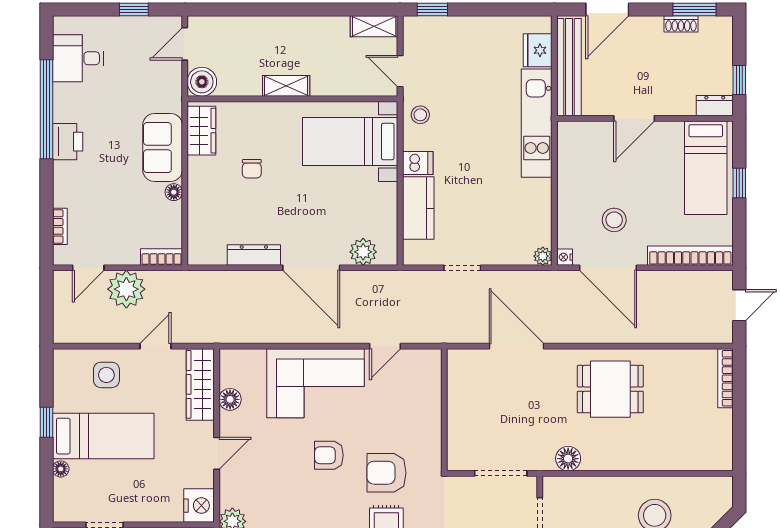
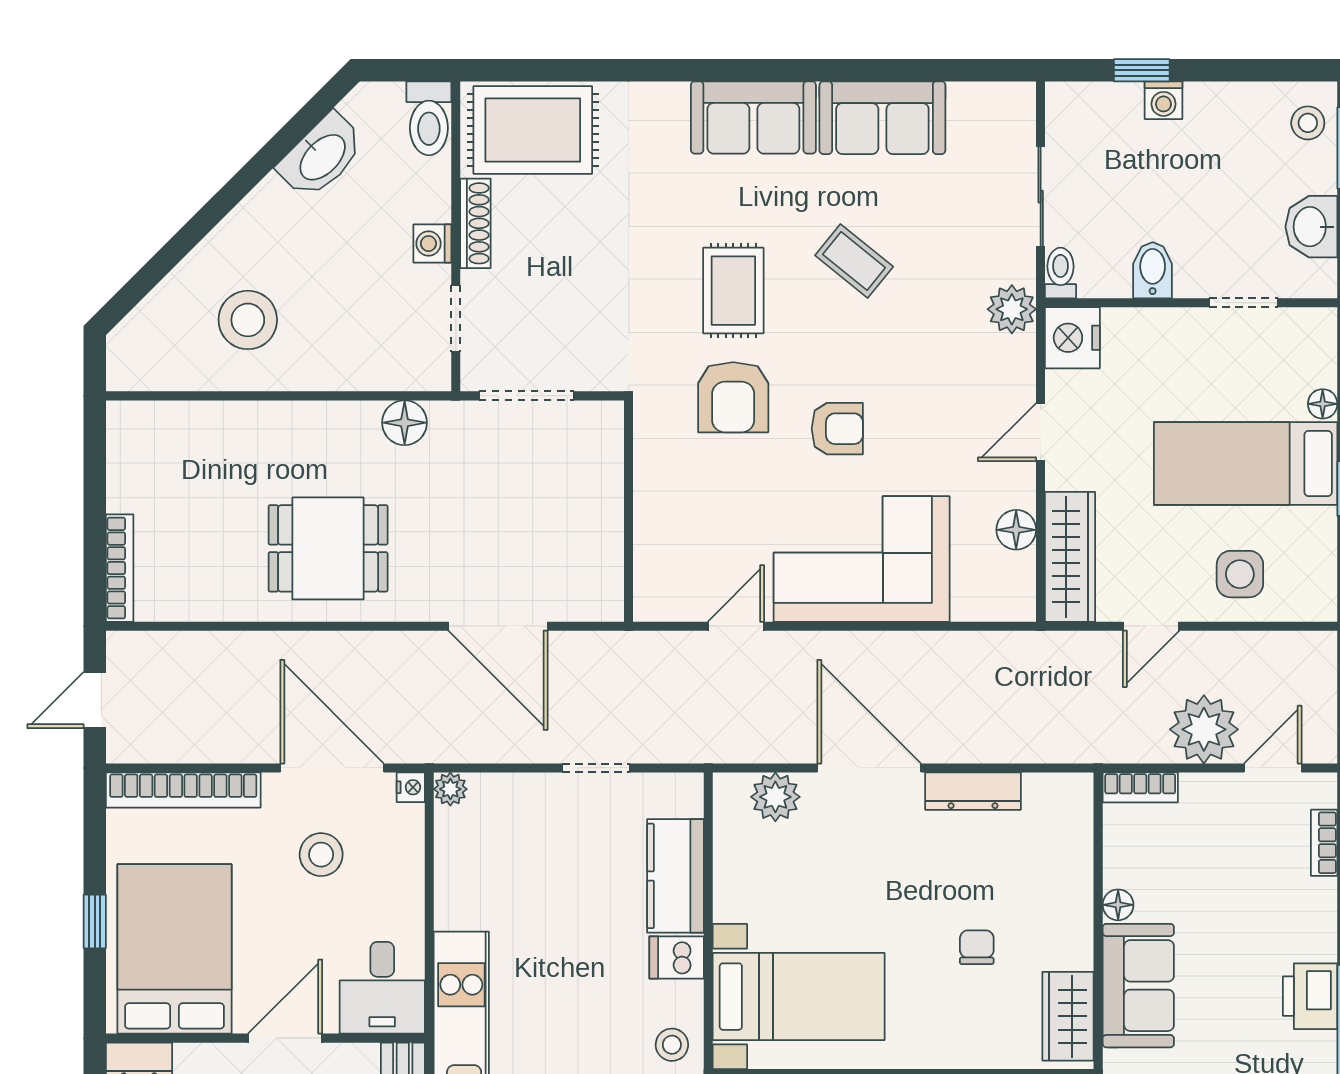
desk: (580, 146) -> (382, 988), added
bed: (706, 168) -> (174, 949), width x1.50
armchair: (386, 473) -> (733, 397), turned 90

